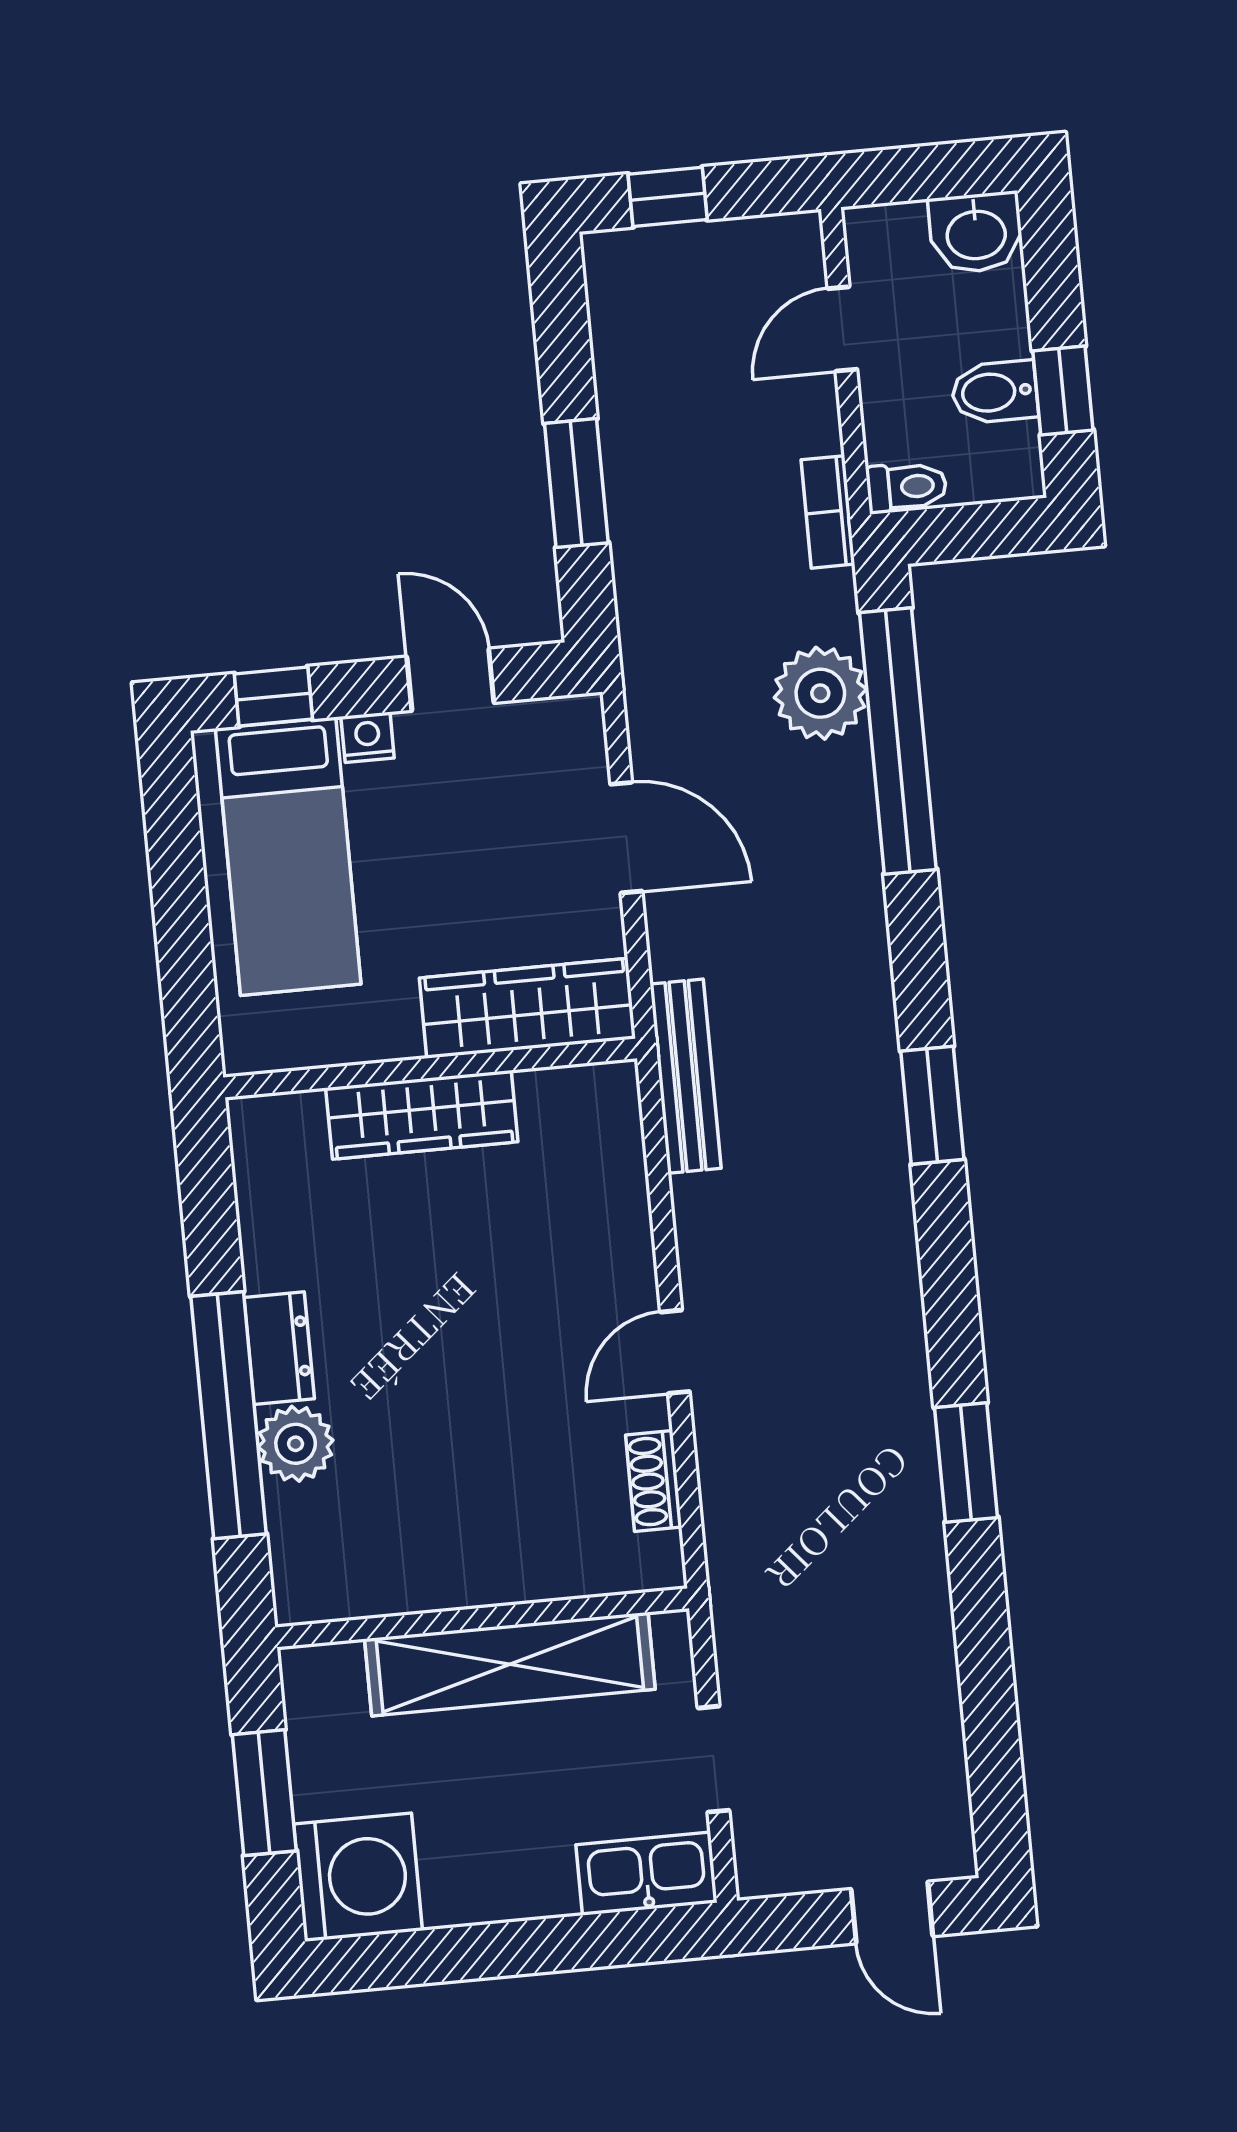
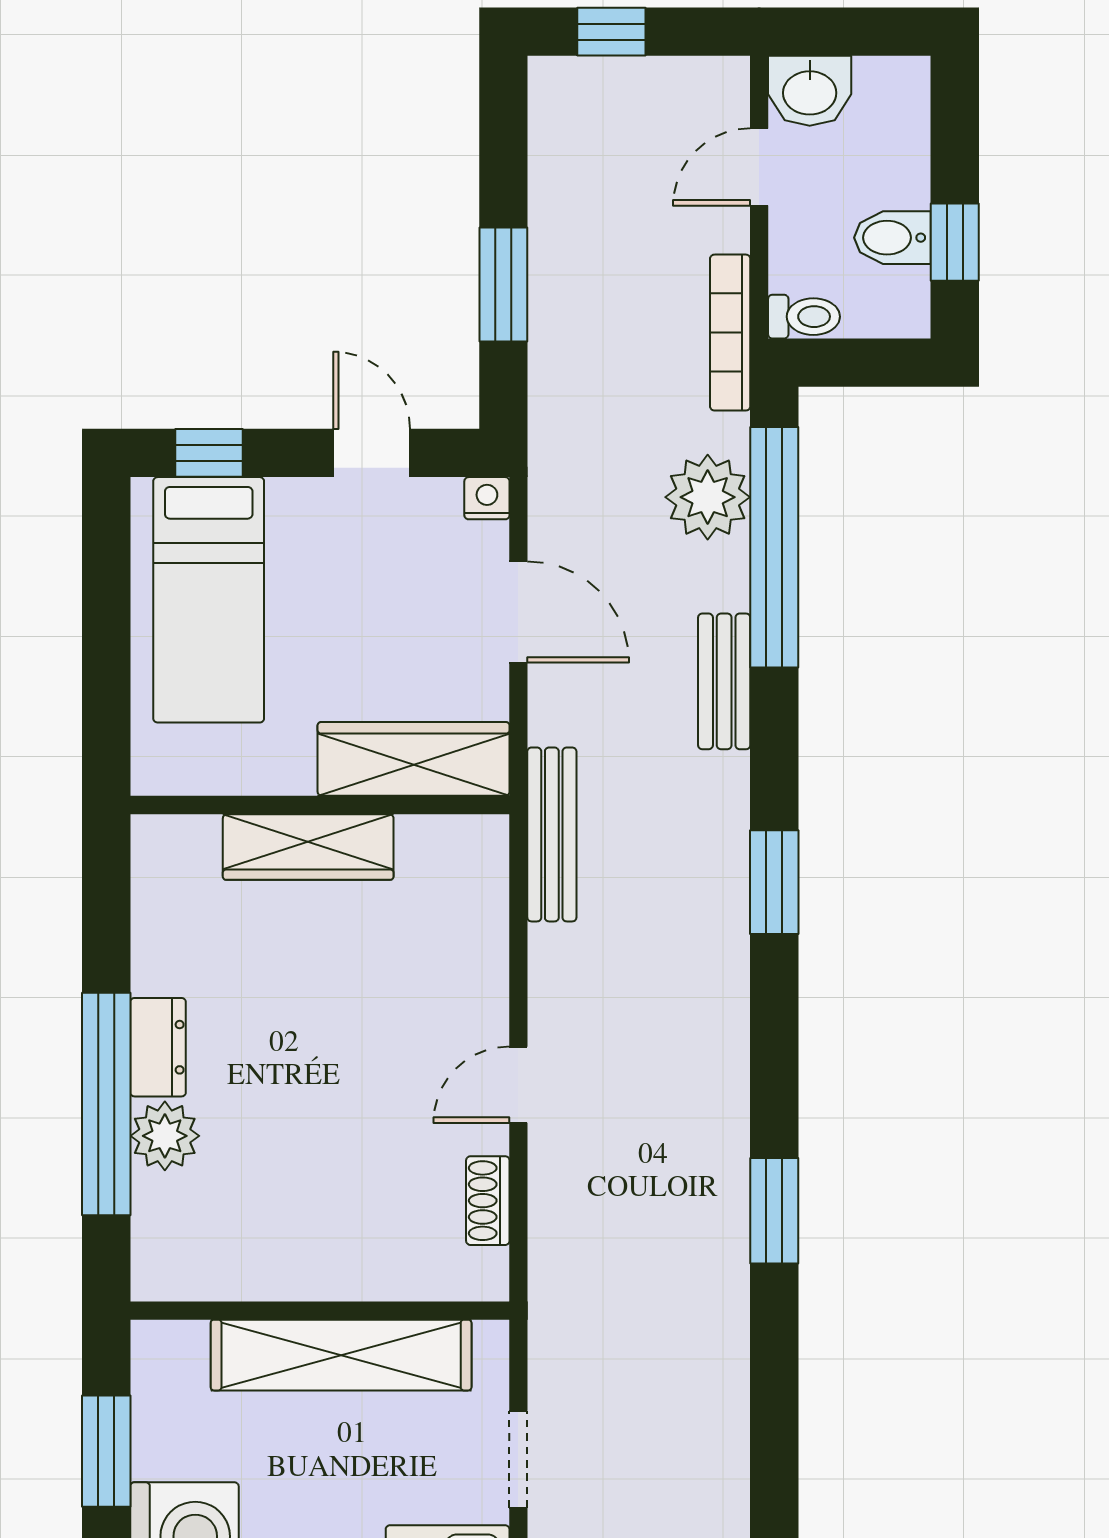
washbasin: (976, 233) -> (810, 91), moved
bookcase: (828, 512) -> (730, 333), width x1.56
nightstand: (368, 737) -> (487, 498), moved
bench: (857, 892) -> (724, 681), added

